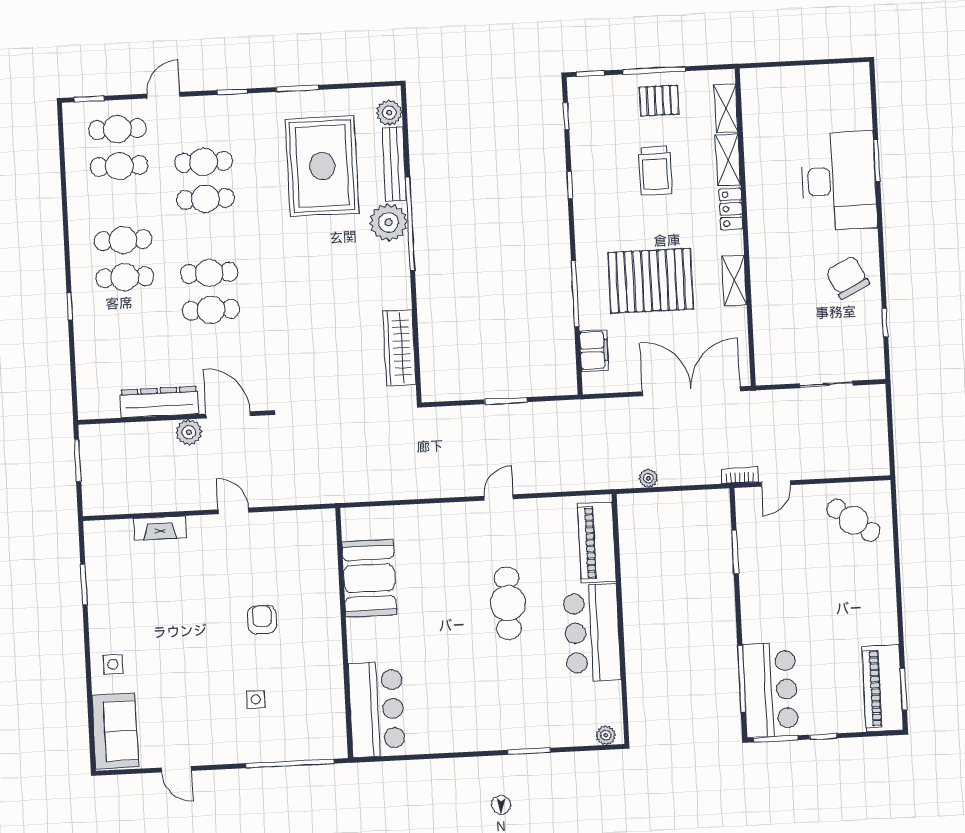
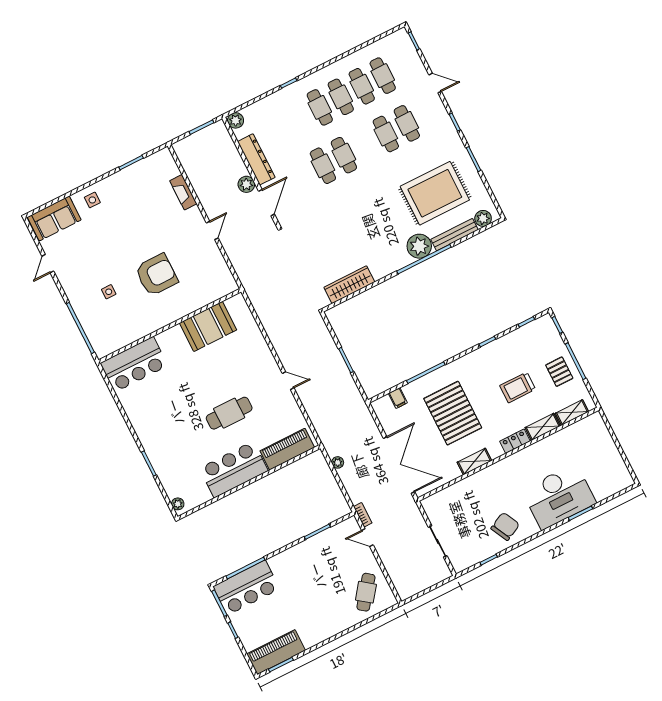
cafe table: (117, 129) -> (362, 86), moved
filing cabinet: (594, 350) -> (398, 398), width x0.50
plant: (90, 407) -> (236, 120), added
armchair: (262, 620) -> (156, 275), width x1.88, depth x1.88

